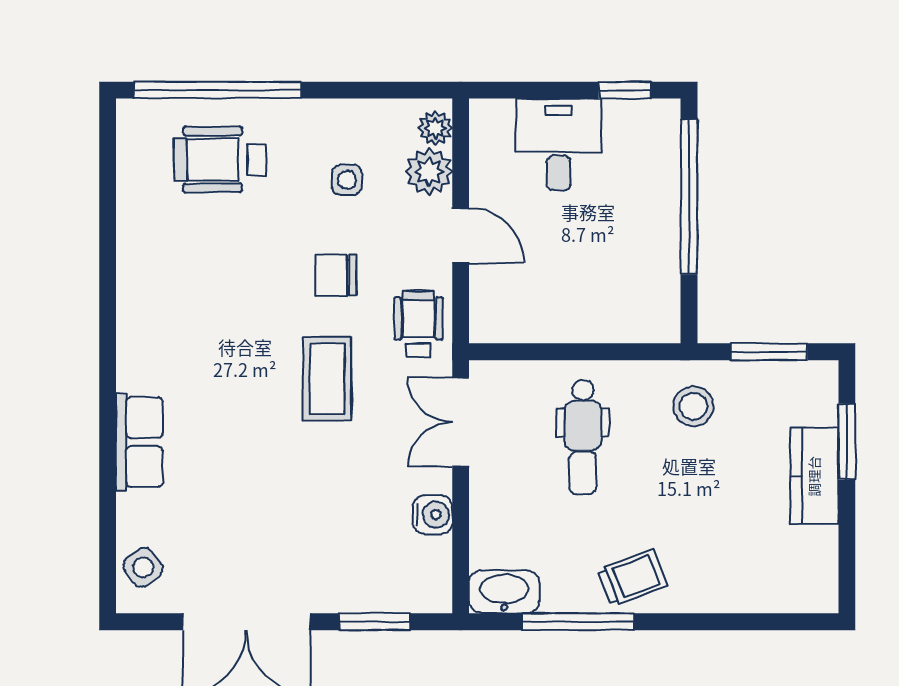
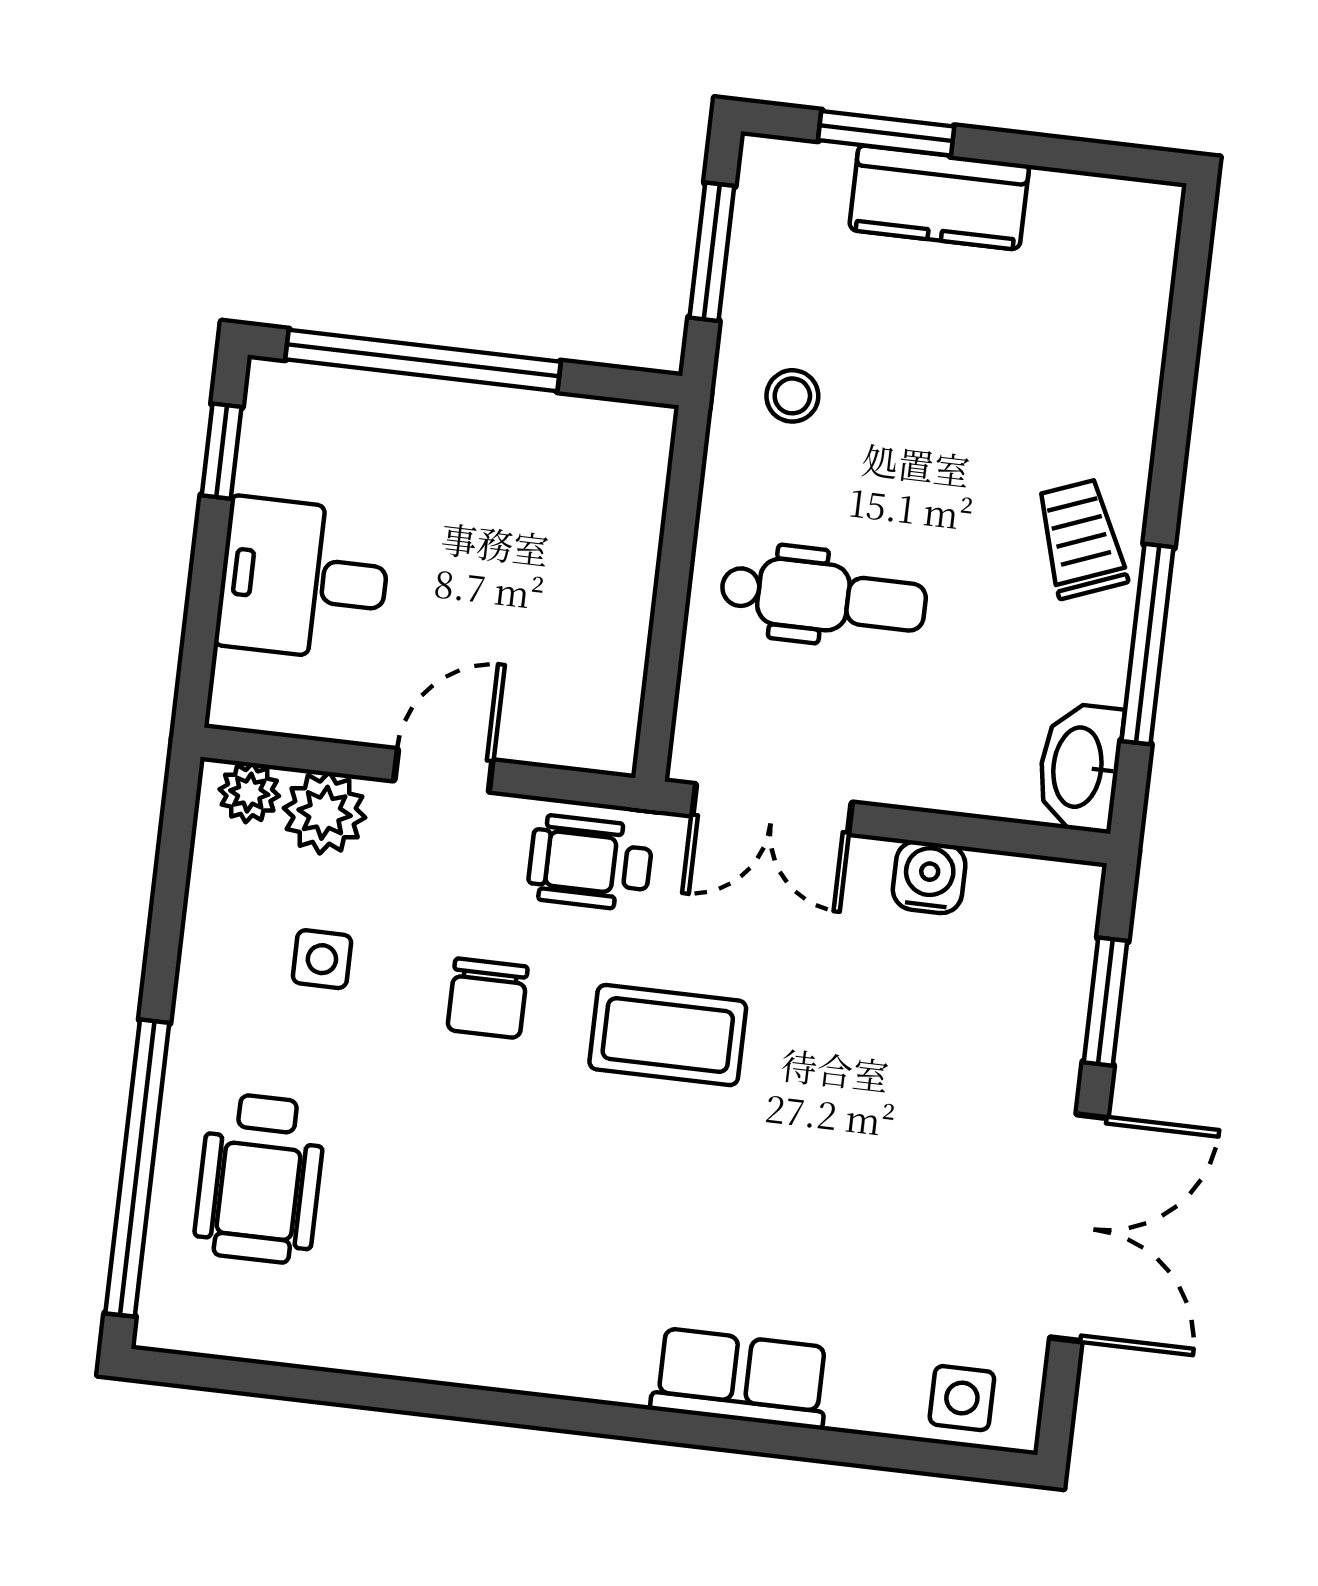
stool: (693, 406) -> (792, 396), width x0.73, depth x0.73
side table: (143, 567) -> (962, 1398), turned 37

